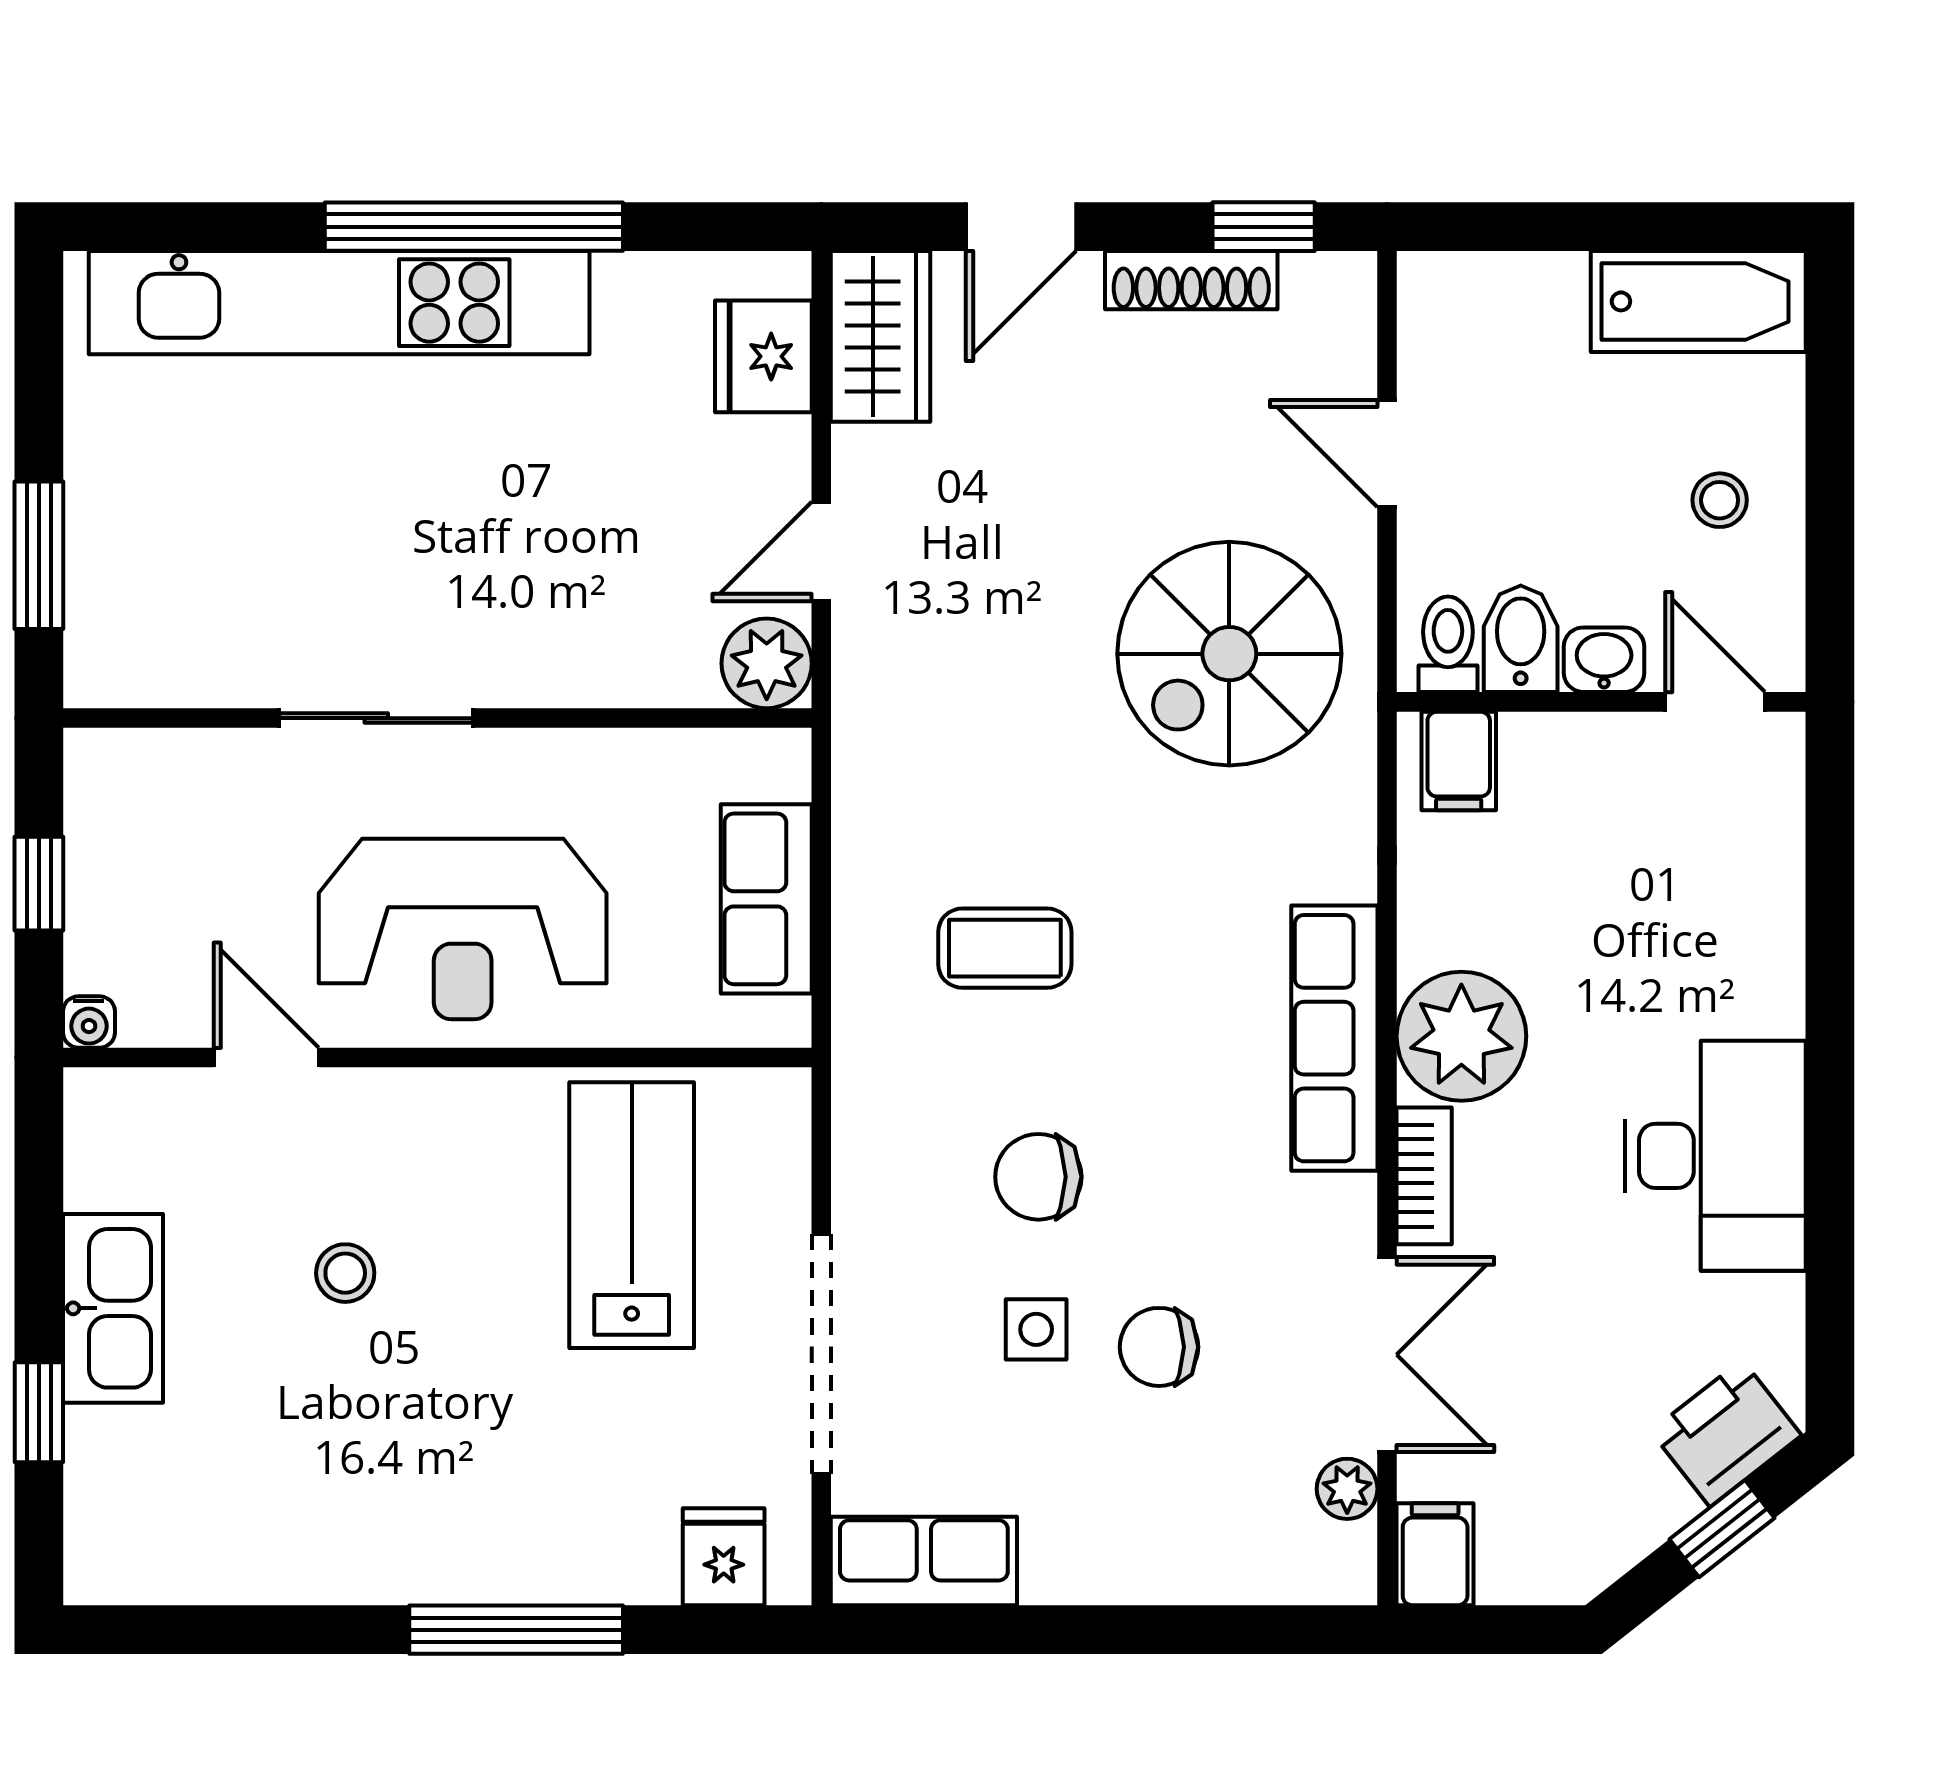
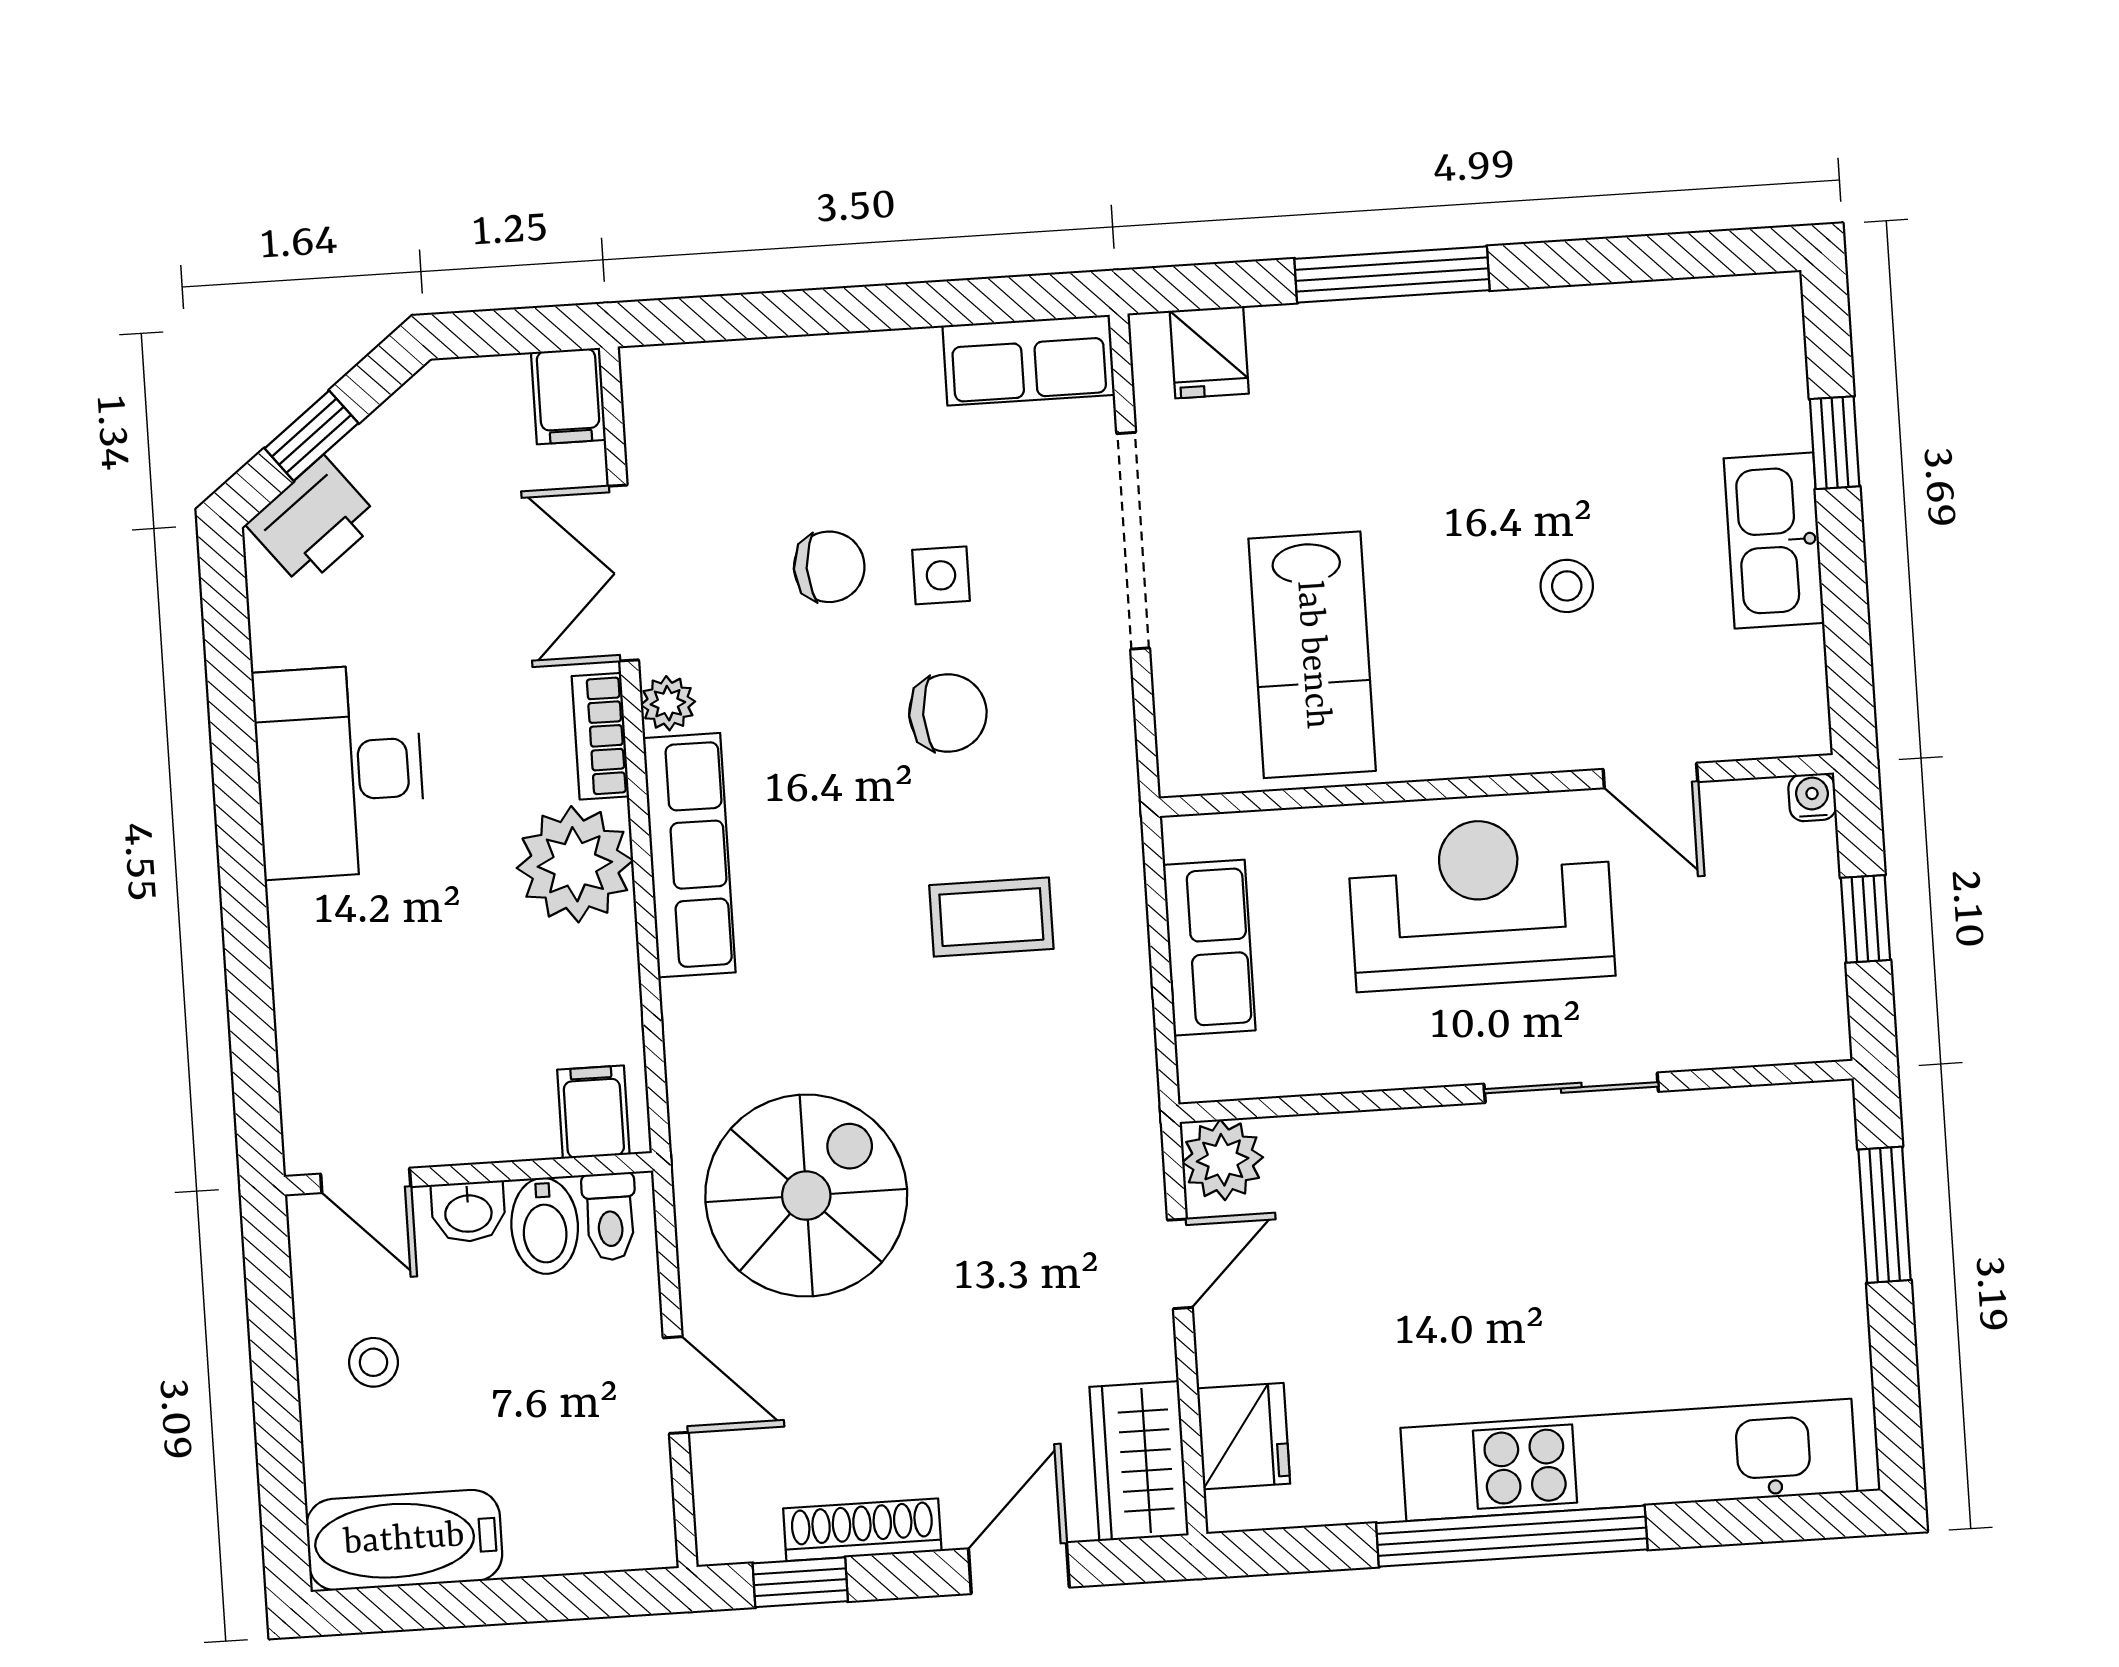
plant: (1347, 1489) -> (668, 703), moved

